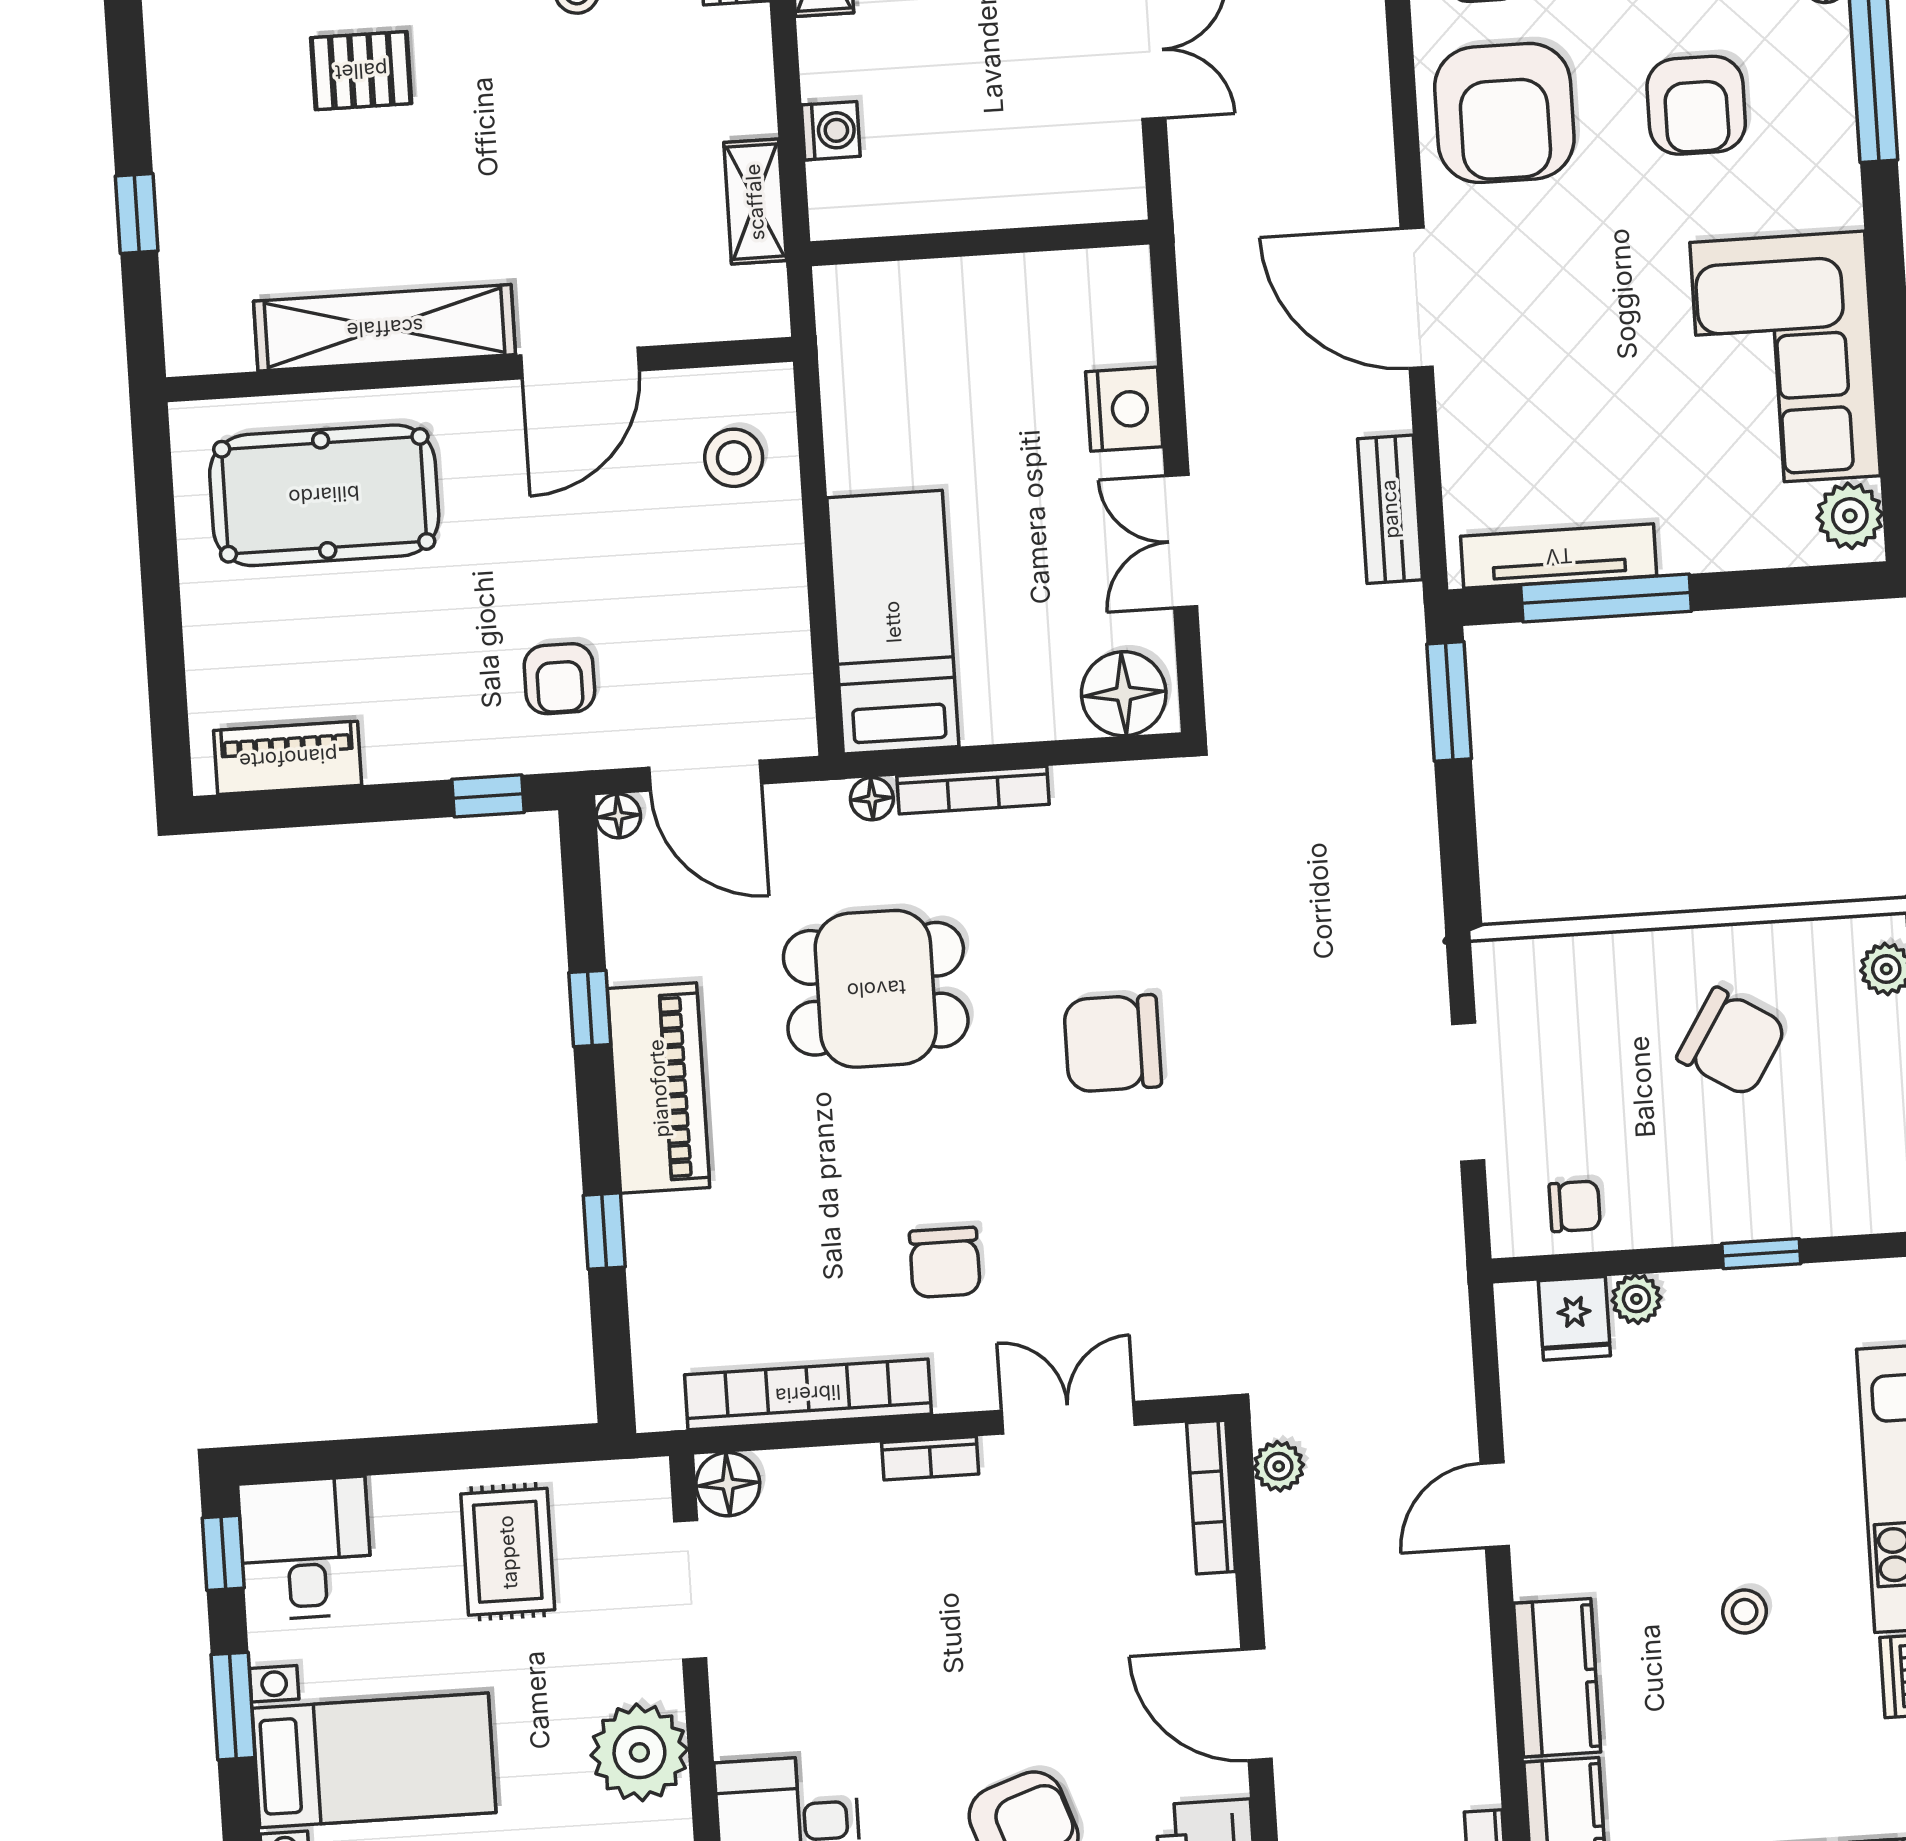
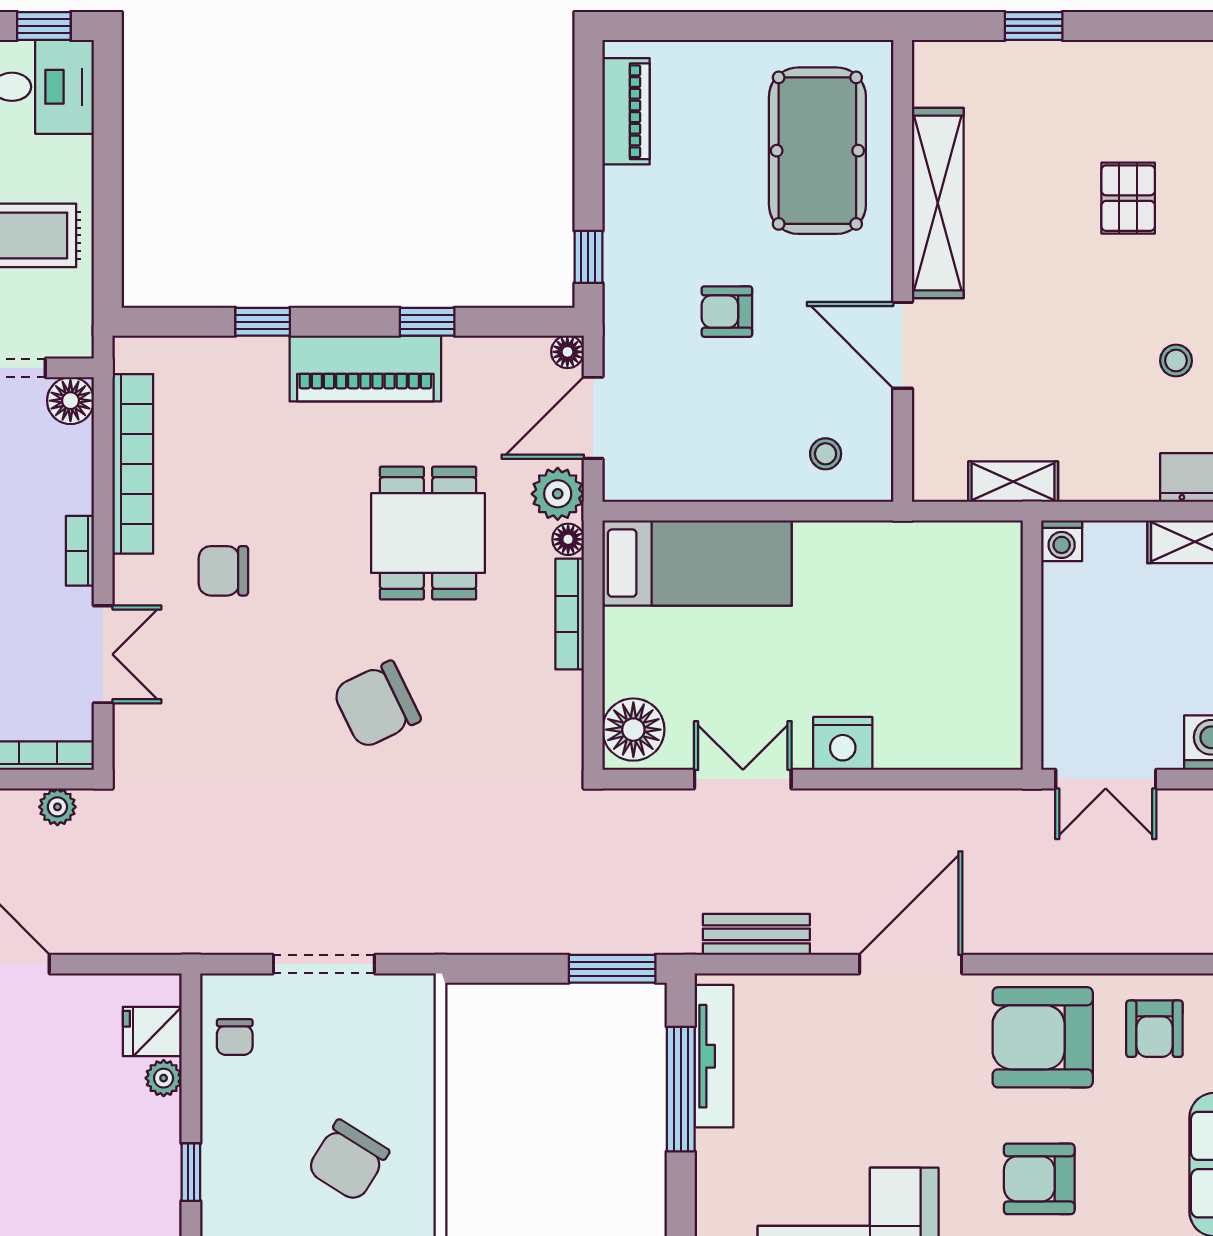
wall: (980, 243) -> (1032, 645), moved
stool: (734, 458) -> (826, 454), width x0.73, depth x0.73
armchair: (559, 679) -> (727, 312), moved
plant: (811, 817) -> (558, 494), added
chair: (1113, 1043) -> (377, 705), turned -116

